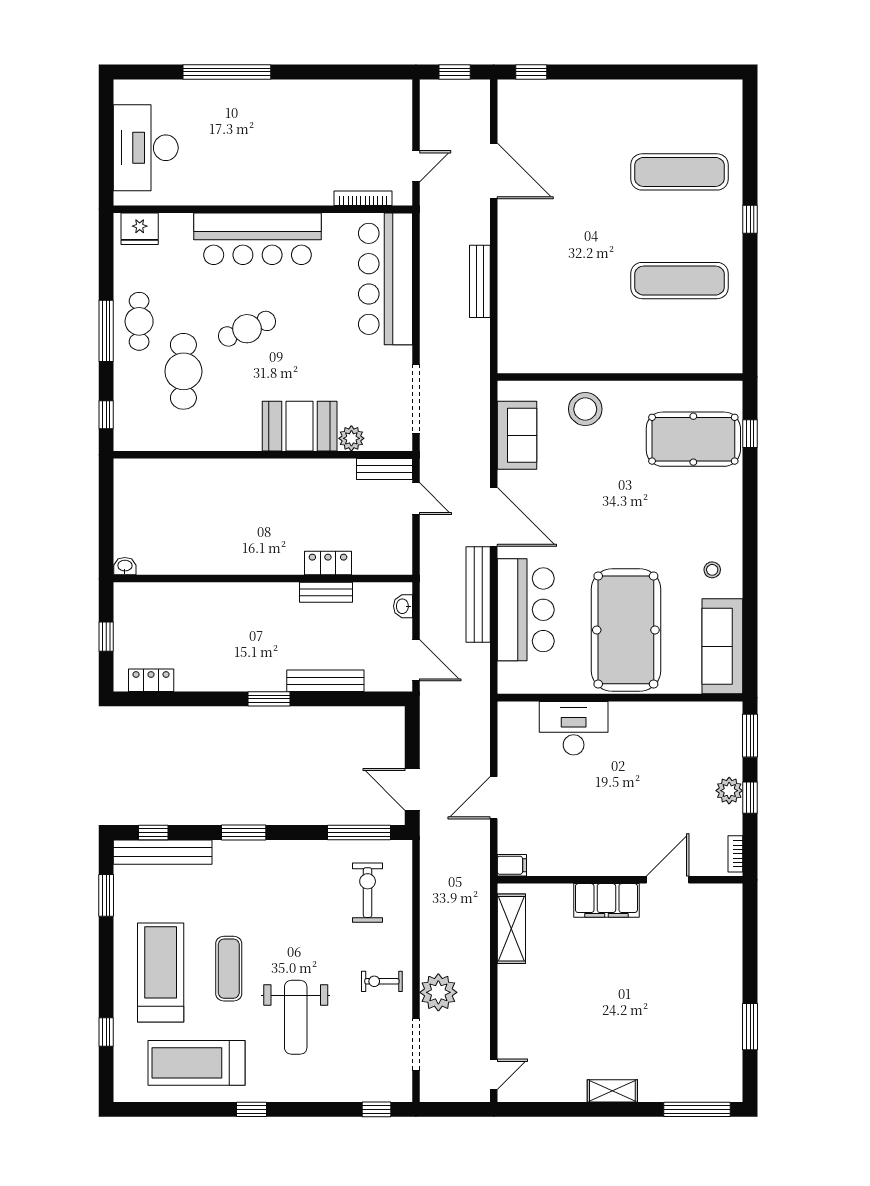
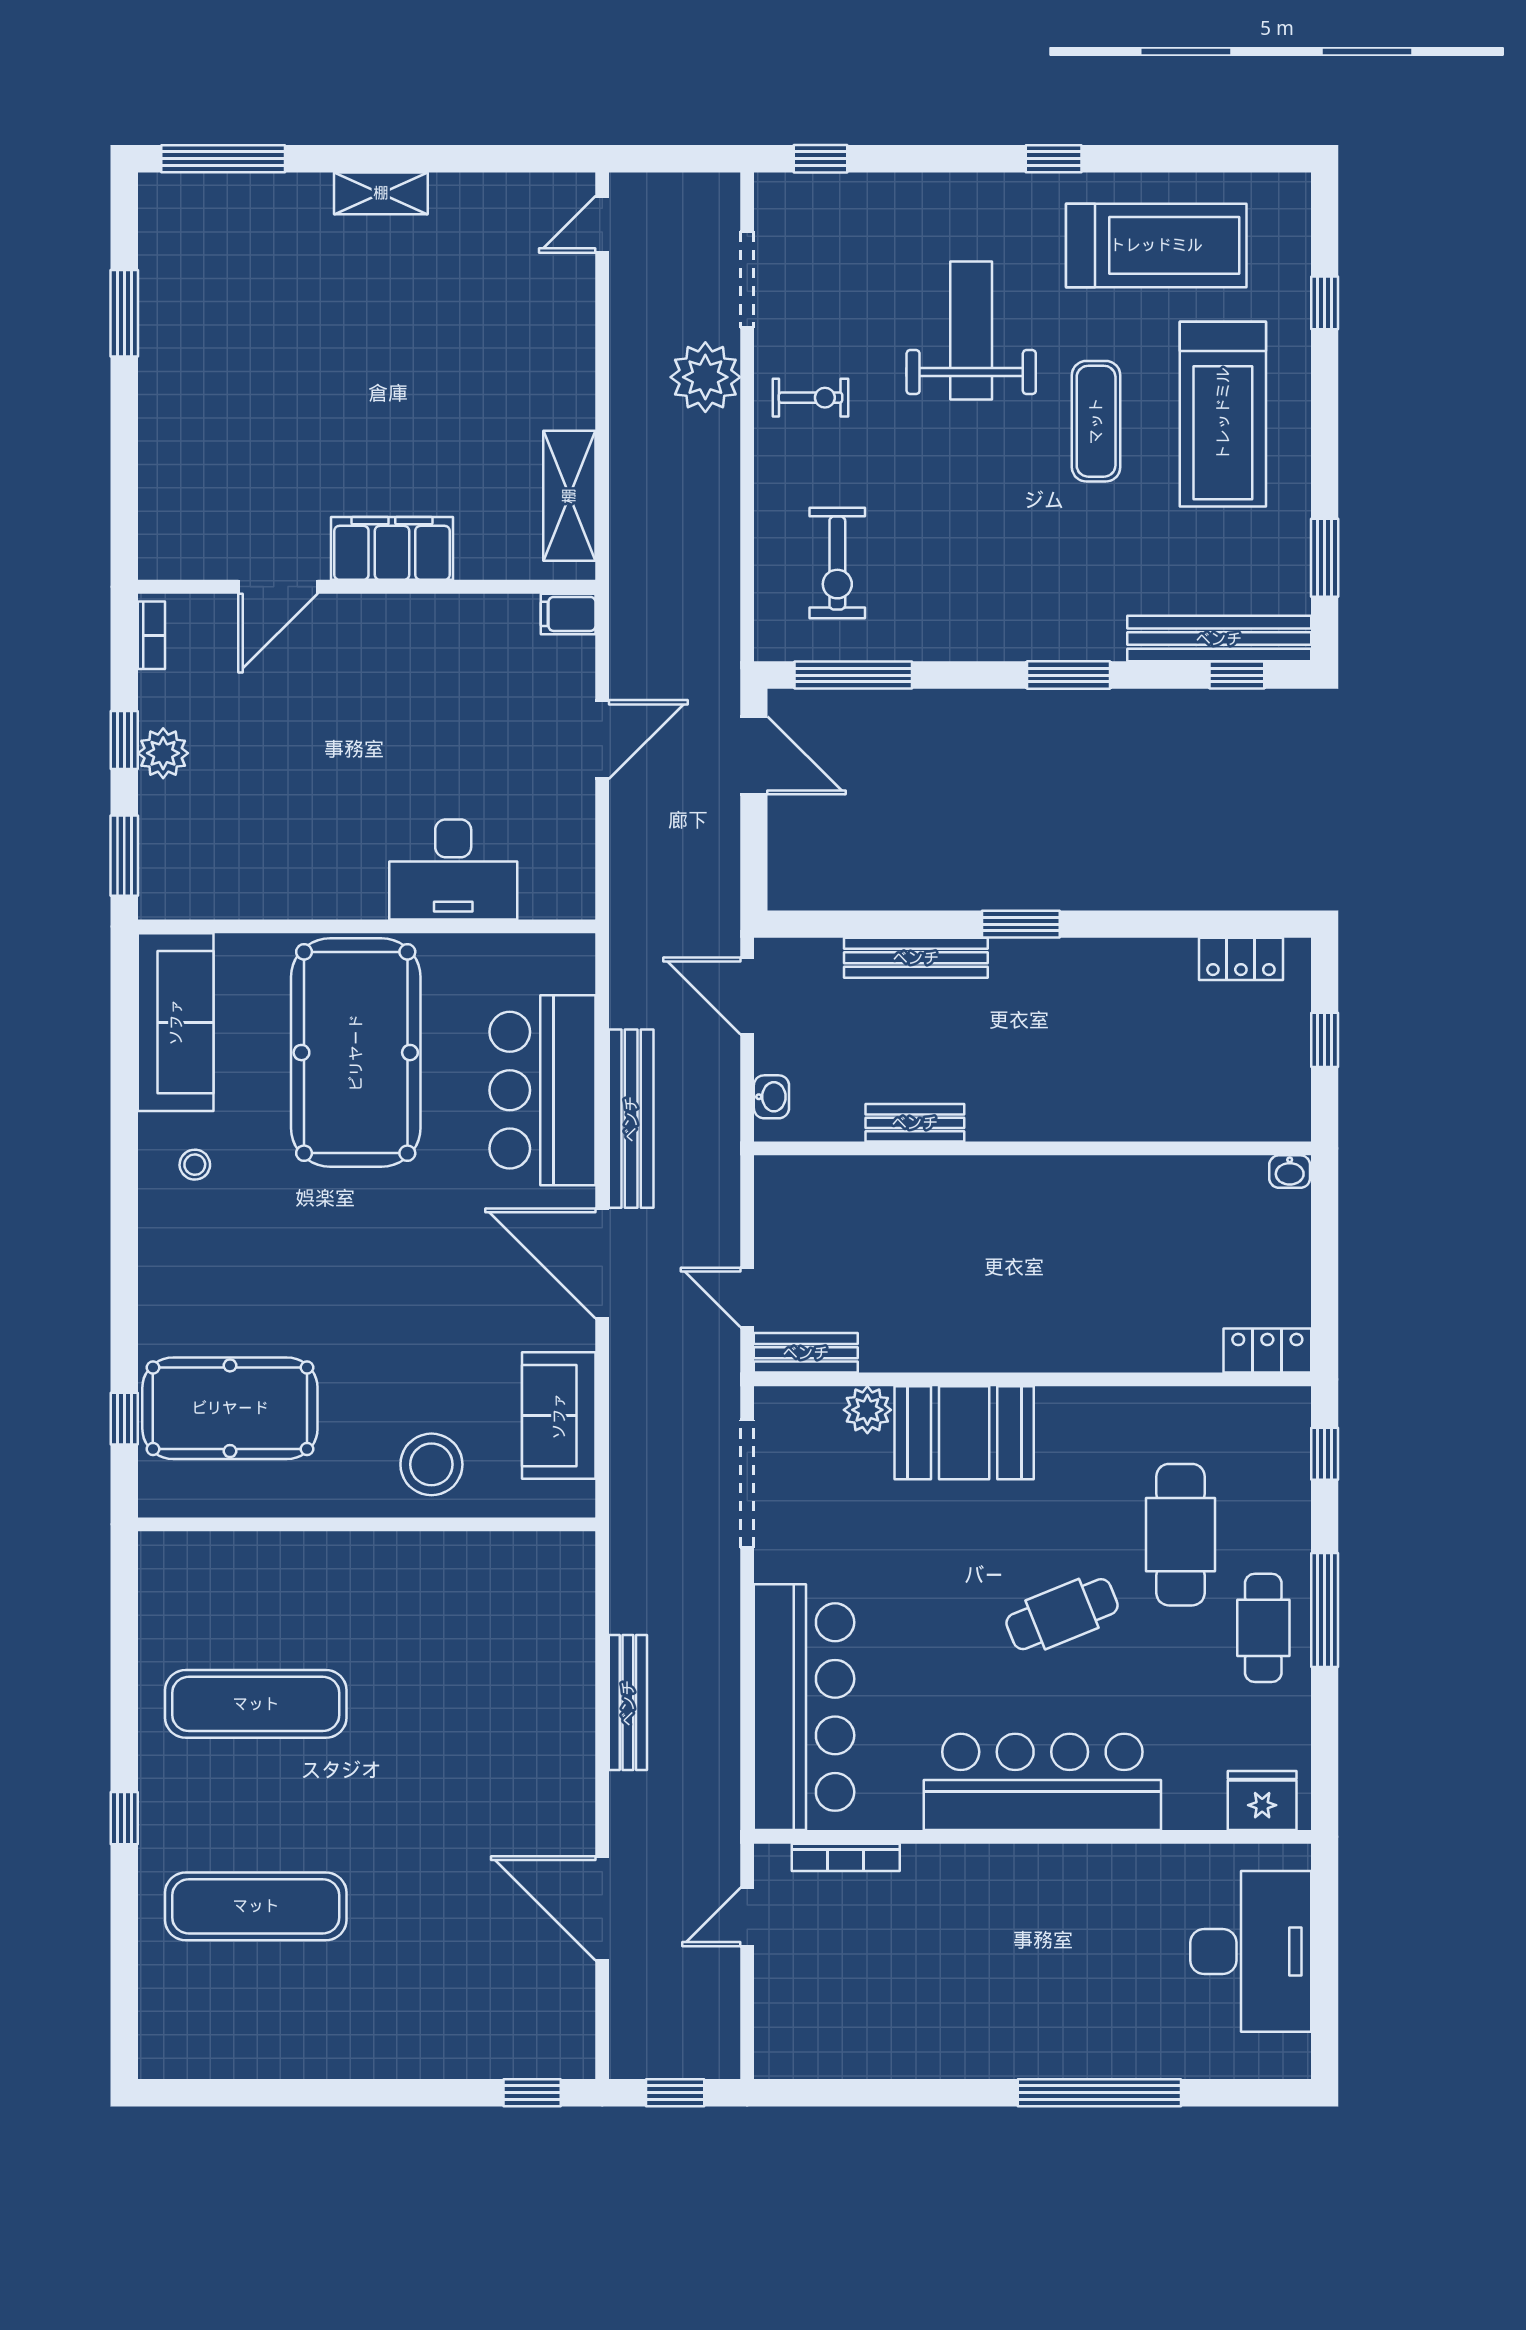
locker: (328, 563) -> (1267, 1350), moved, turned 180

